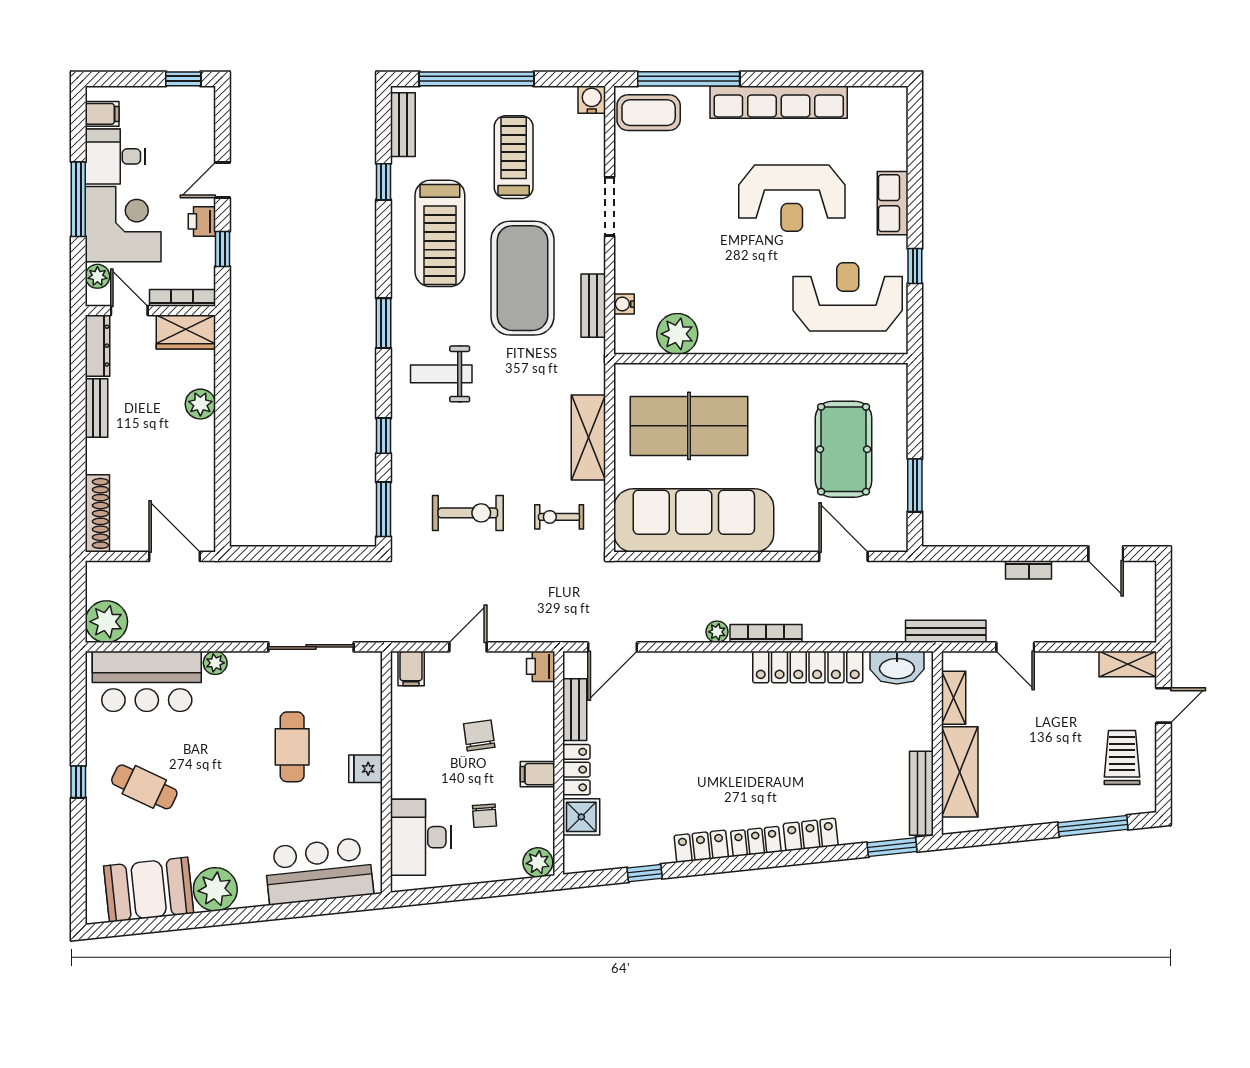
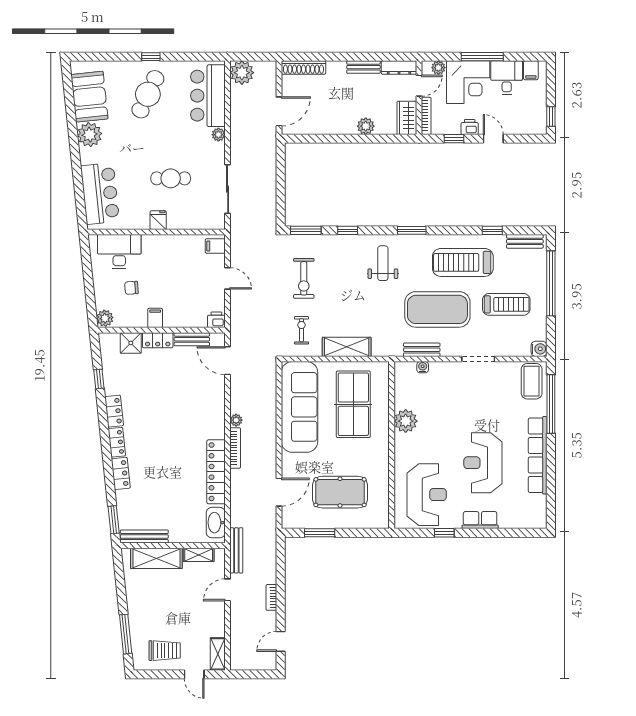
plant: (677, 334) -> (406, 421), moved
chair: (479, 735) -> (177, 285), removed
cafe table: (144, 787) -> (148, 94), width x1.37, depth x1.35

